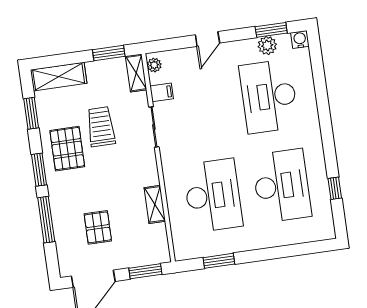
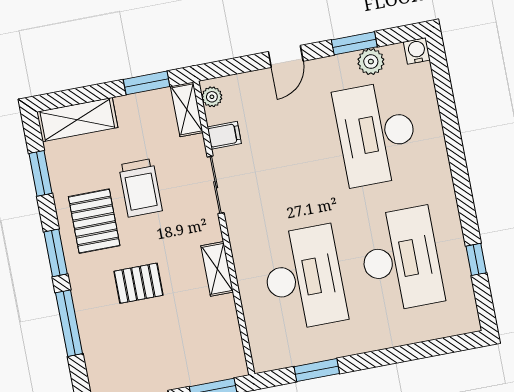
window: (271, 30) -> (354, 43), moved
trolley: (101, 127) -> (140, 188), turned 180
shelving: (155, 204) -> (217, 269), moved
pallet: (98, 227) -> (138, 283), moved, turned 90

